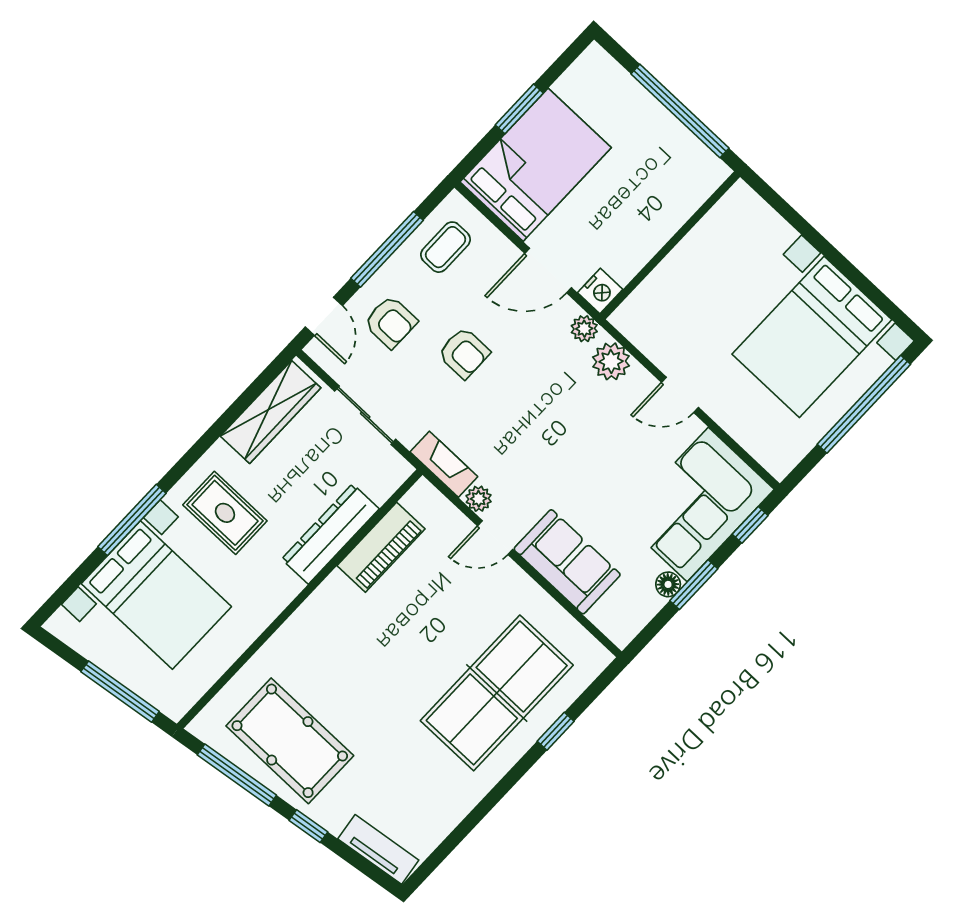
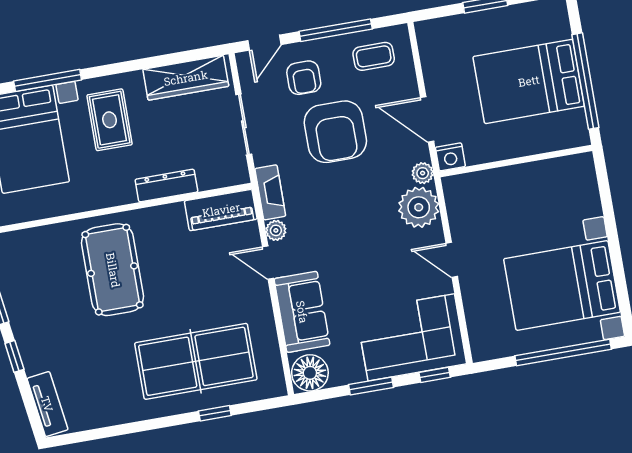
bed: (536, 165) -> (529, 81), moved, turned 180
armchair: (464, 353) -> (335, 132), width x1.88, depth x1.88
plant: (611, 361) -> (419, 207), width x1.36, depth x1.36
dresser: (330, 534) -> (166, 186), width x0.73, depth x0.80
piano: (381, 547) -> (221, 210), moved
floor lamp: (668, 584) -> (310, 373), moved, width x1.89, depth x1.89
pool table: (290, 741) -> (113, 270), moved

